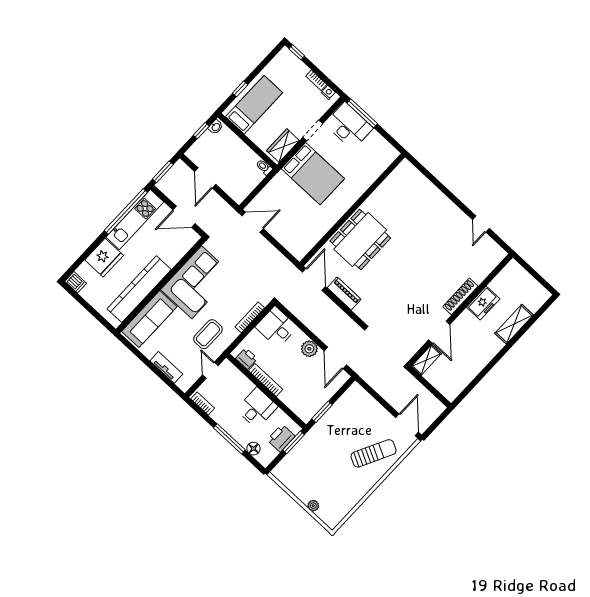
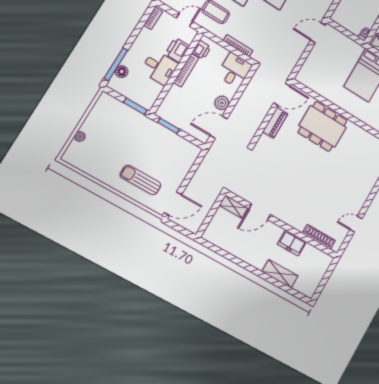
door: (253, 222) -> (318, 33), swing flipped
shoe rack: (460, 296) -> (319, 237), moved
printer: (281, 438) -> (177, 50), moved, turned -90
window: (229, 439) -> (116, 64), moved
sun lounger: (373, 453) -> (141, 180), turned 153

